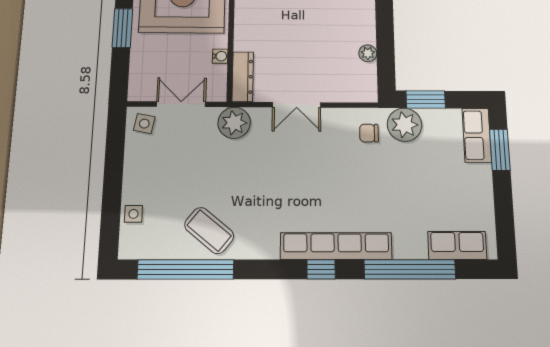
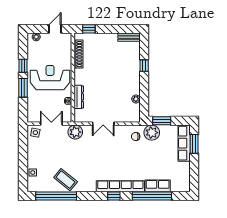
dresser: (243, 77) -> (79, 97), moved
row of seats: (477, 135) -> (184, 143), width x1.48
row of seats: (457, 245) -> (158, 186), moved

